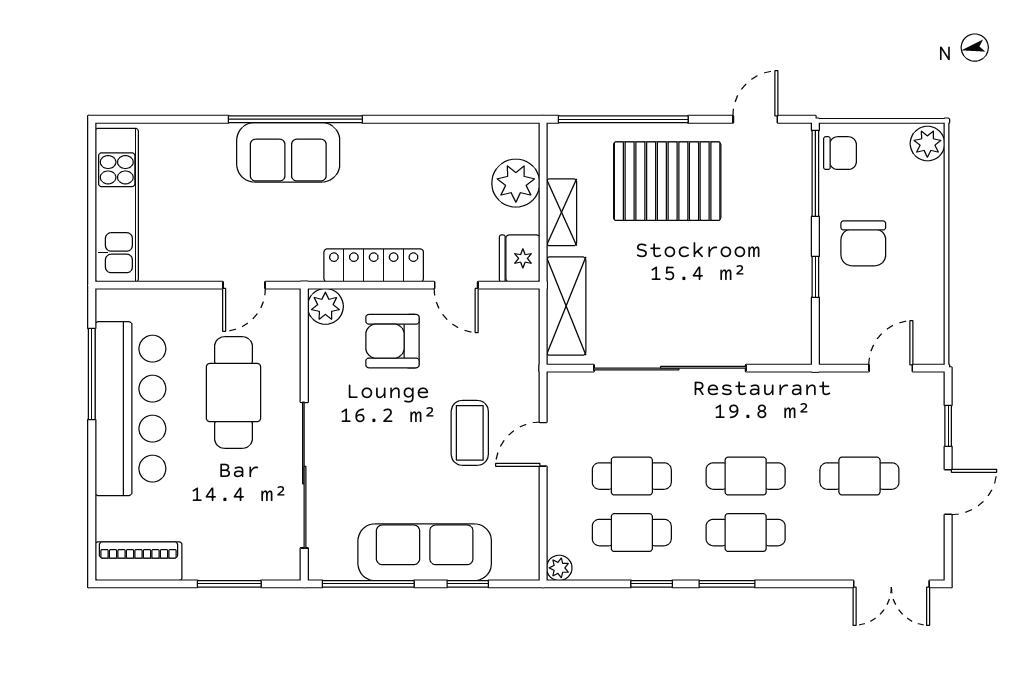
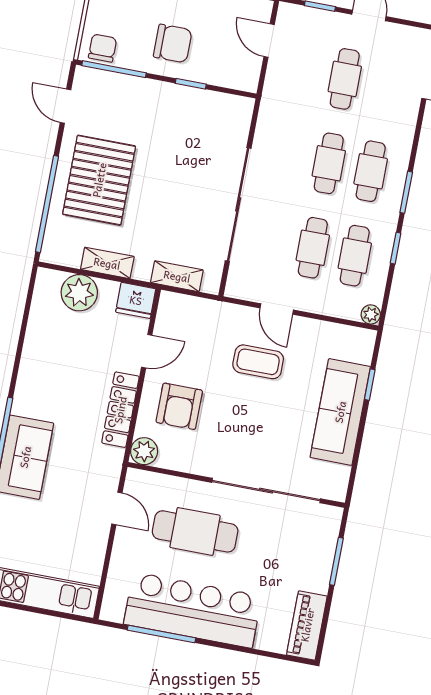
shelving: (566, 306) -> (177, 276), width x0.67, depth x0.75
window: (368, 584) -> (356, 458), removed

